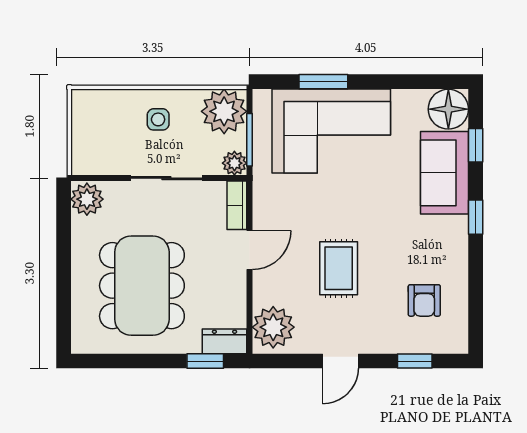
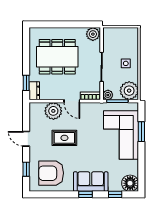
sofa: (445, 173) -> (91, 182), moved
armchair: (424, 300) -> (51, 173), width x1.88, depth x1.88
plant: (273, 327) -> (53, 111), moved

